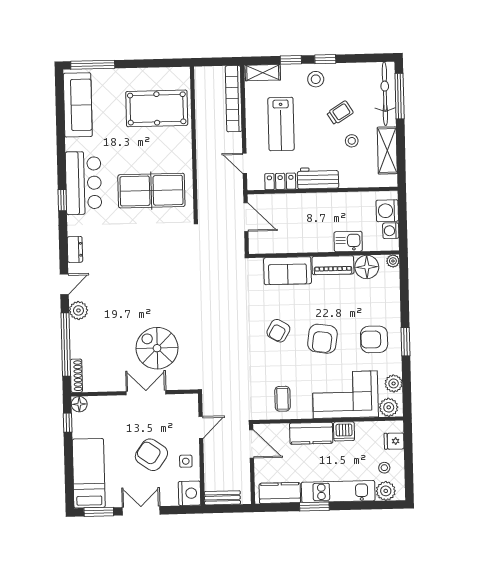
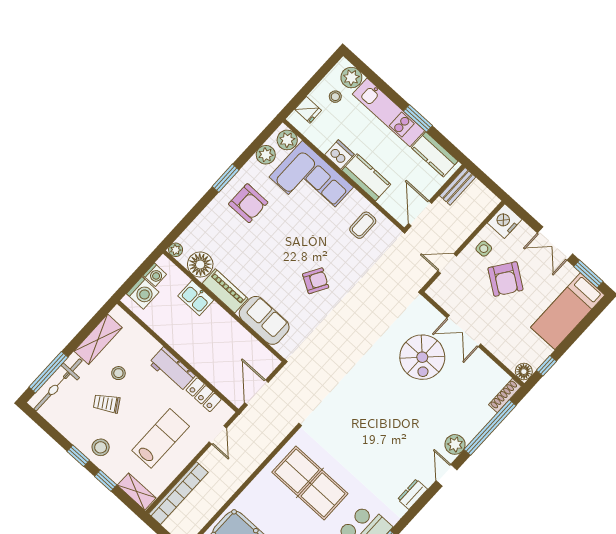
door: (64, 284) -> (447, 475), hinge flipped
armchair: (322, 339) -> (288, 242), removed
bench: (222, 498) -> (458, 186), moved, turned 90

